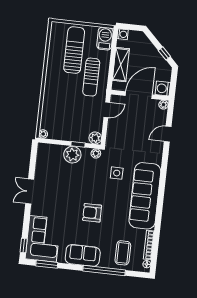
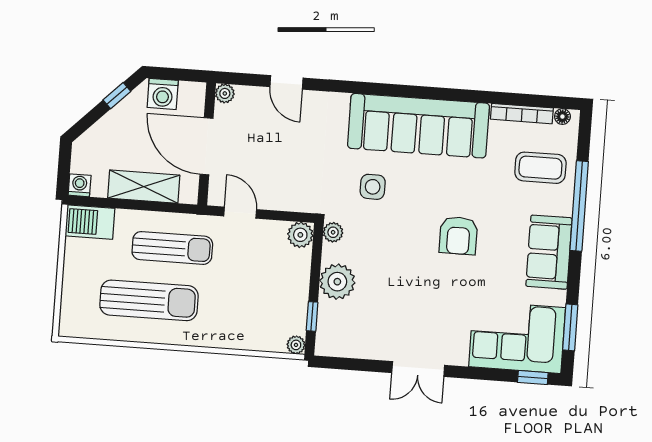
sun lounger: (74, 50) -> (149, 300), moved, turned 180
washing machine: (163, 88) -> (163, 94), moved
window: (78, 144) -> (312, 316), moved

